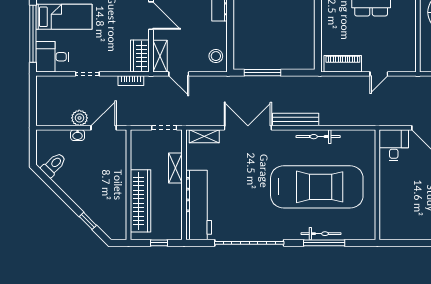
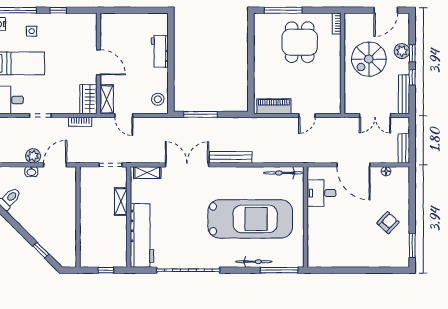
bicycle: (318, 137) -> (284, 173), moved
desk: (394, 145) -> (321, 193), moved, turned -90
wardrobe: (140, 201) -> (89, 232), removed
window: (324, 243) -> (279, 270), moved

